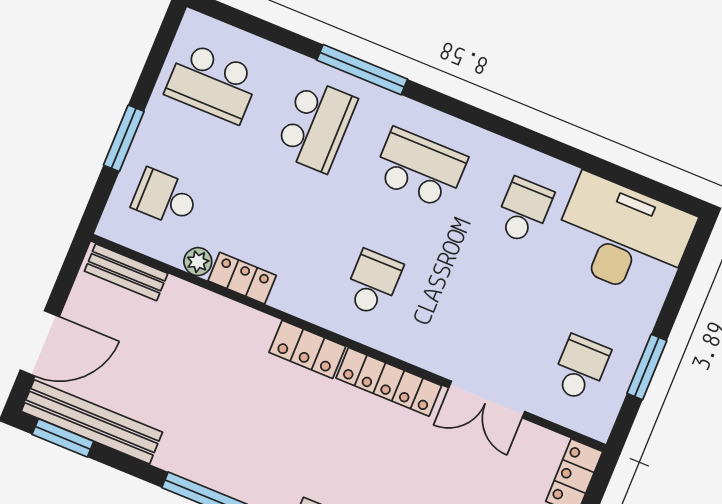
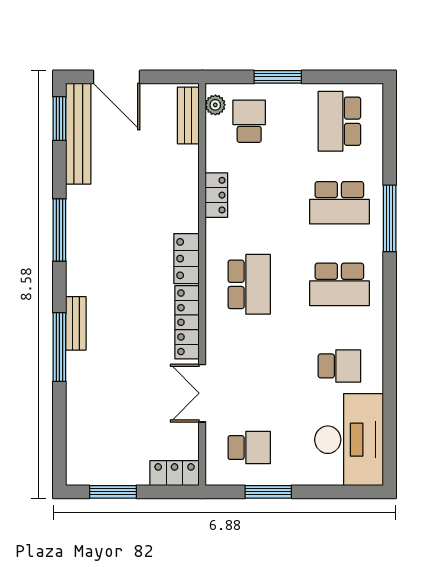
school desk: (420, 168) -> (339, 284), turned 90
plant: (198, 262) -> (215, 105), moved
school desk: (373, 283) -> (249, 284), width x1.85

